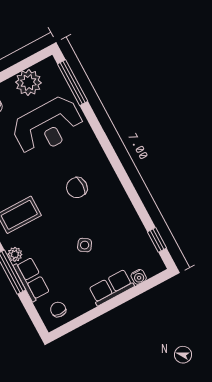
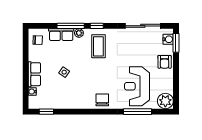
plant: (28, 82) -> (165, 101), moved
window: (73, 83) -> (137, 112), moved
chair: (77, 188) -> (102, 100), moved

